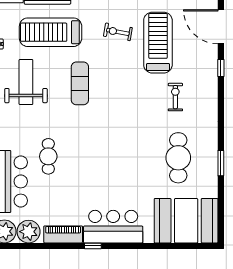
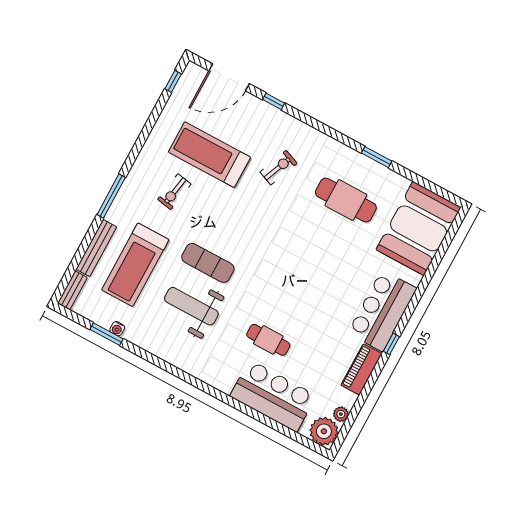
weight bench: (26, 82) -> (191, 306), moved
exercise bike: (175, 97) -> (279, 168), turned 112
plant: (29, 232) -> (341, 414), width x0.53, depth x0.53

